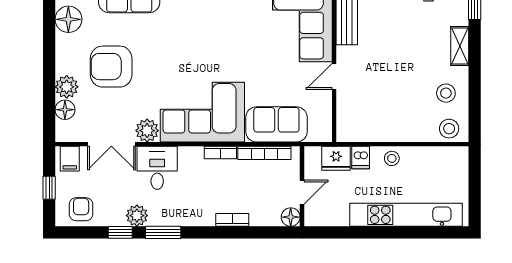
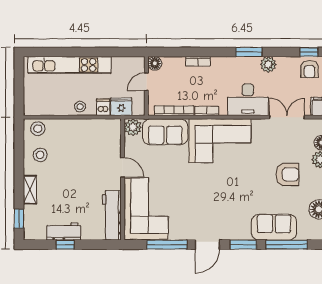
armchair: (111, 67) -> (287, 174), width x0.73, depth x0.73
door: (334, 76) -> (123, 167), hinge flipped
plant: (147, 131) -> (133, 127), moved
desk: (157, 168) -> (248, 100), width x1.37
window: (120, 232) -> (309, 52), moved

